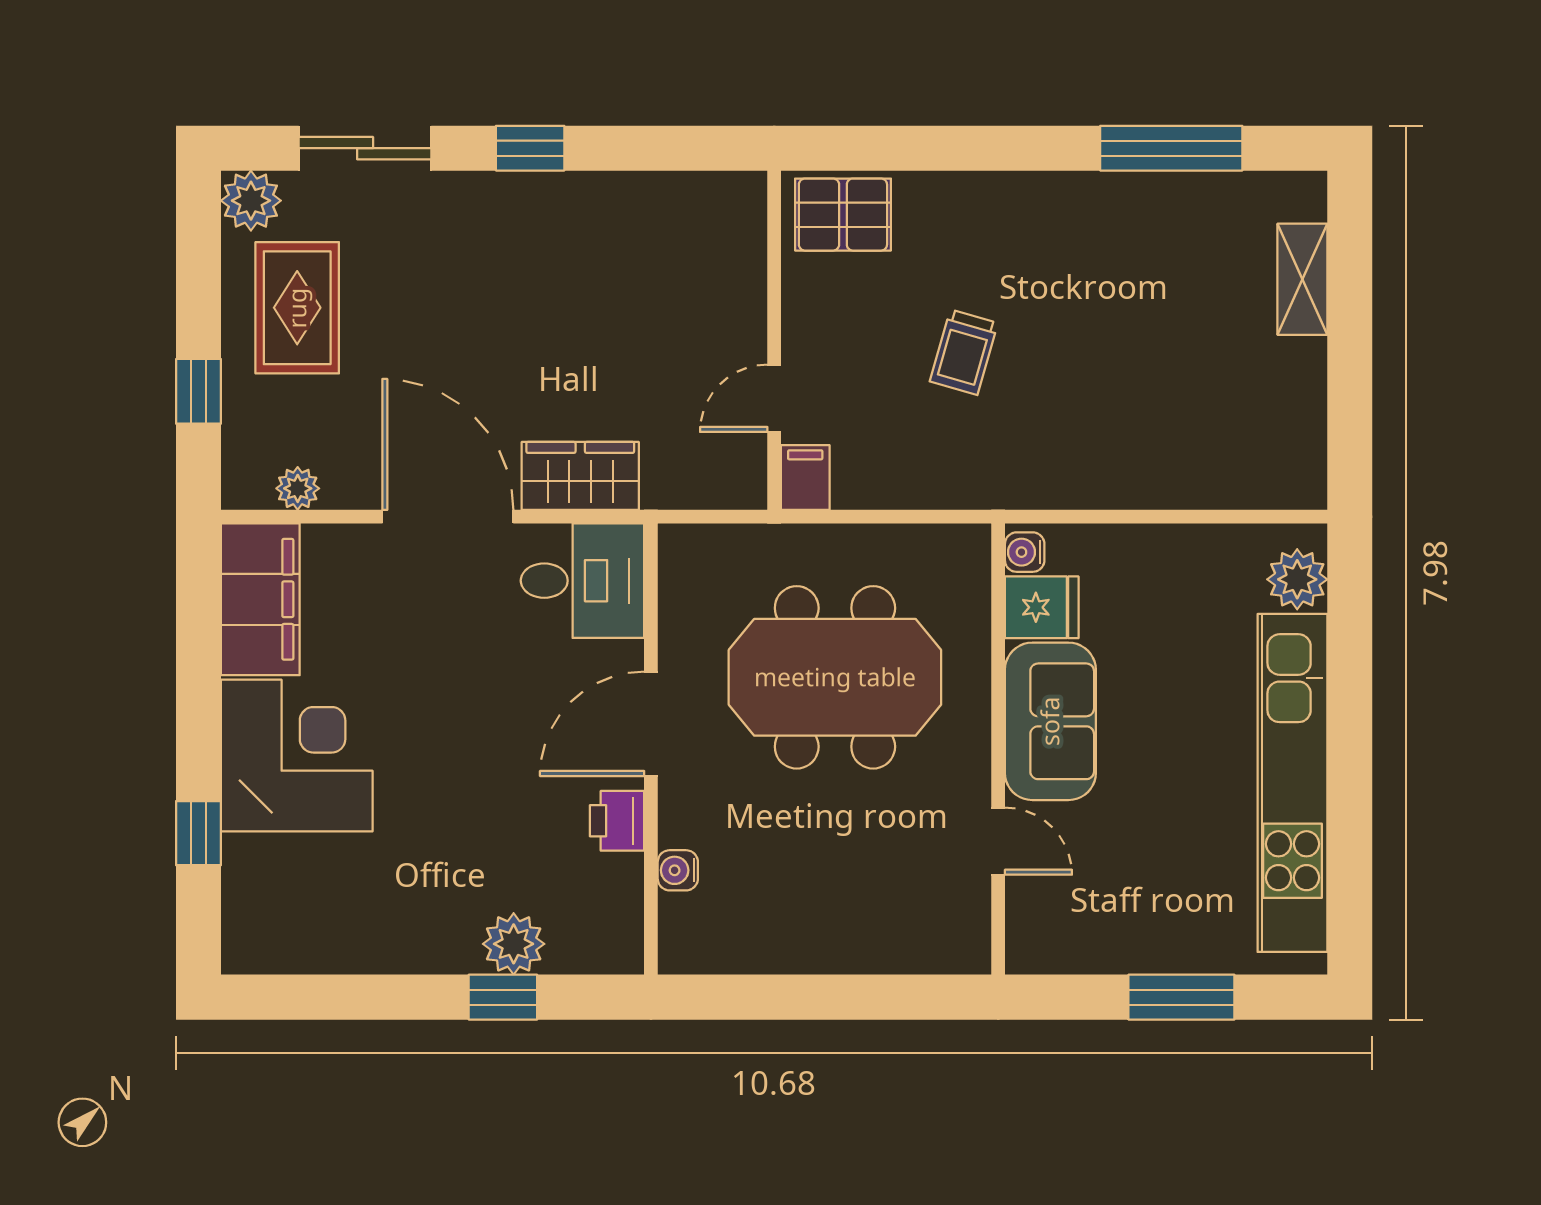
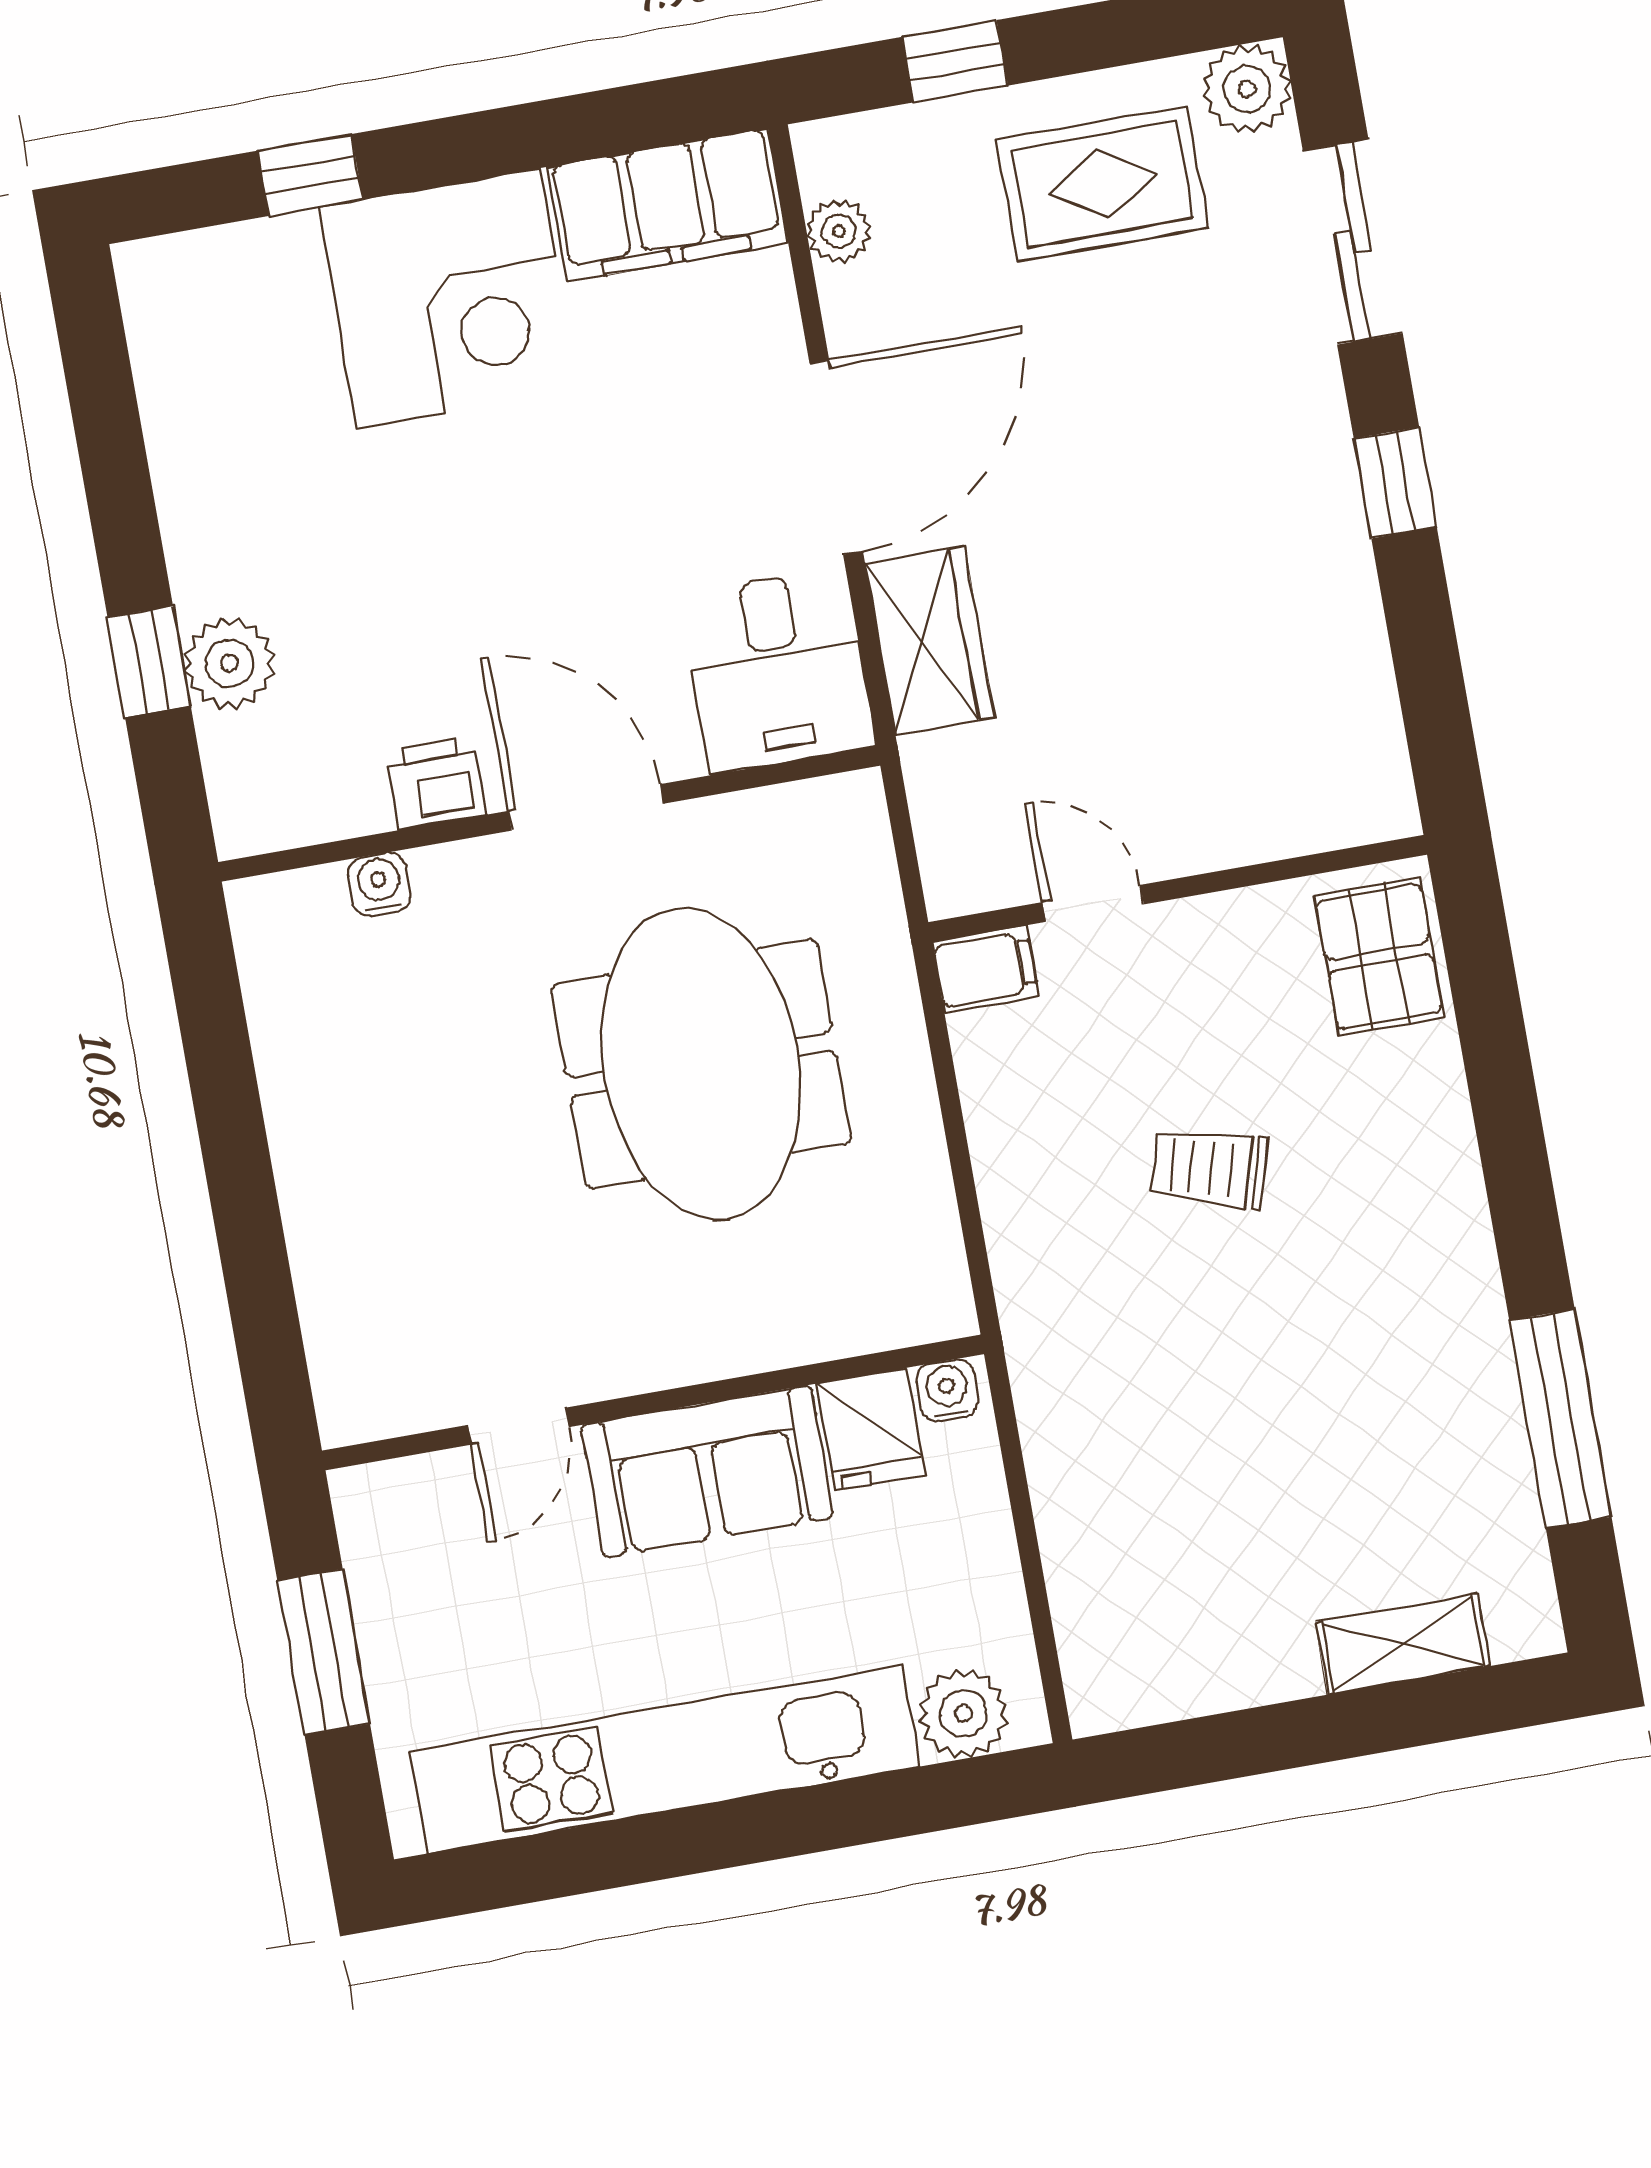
water cooler: (1025, 552) -> (947, 1390), moved
fridge: (1042, 607) -> (871, 1429), moved
sofa: (1050, 721) -> (707, 1471), moved
wall: (998, 749) -> (653, 1402), moved
door: (998, 841) -> (519, 1426), moved

